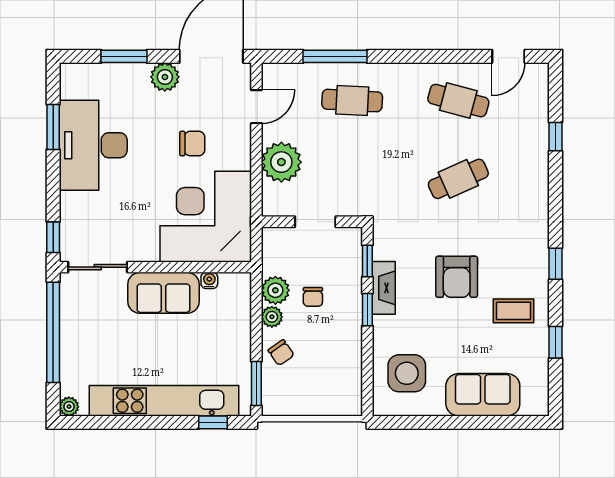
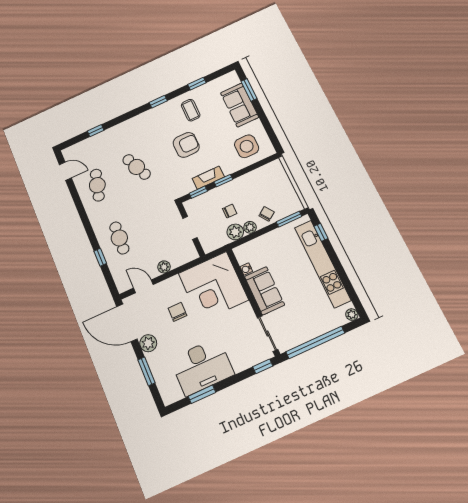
window: (335, 56) -> (100, 257), width x0.46
plant: (281, 162) -> (164, 267), width x0.53, depth x0.53
window: (502, 422) -> (249, 90), added

